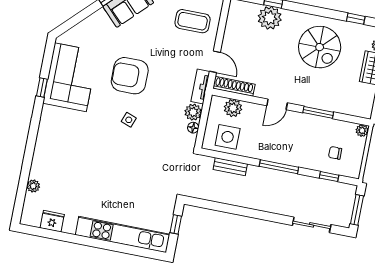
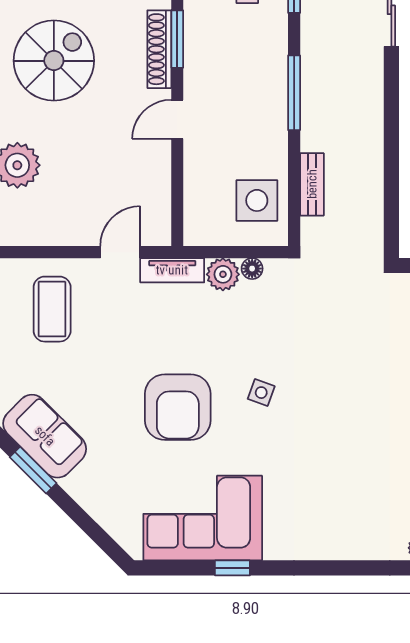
shoe rack: (234, 86) -> (159, 49), moved
door: (277, 104) -> (177, 119), swing flipped
plant: (233, 108) -> (200, 201), removed

